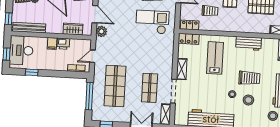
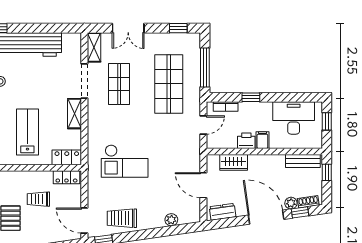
checkout: (152, 22) -> (125, 161), moved
bench: (29, 28) -> (303, 161), width x0.73
plant: (101, 31) -> (193, 161), removed
desk: (21, 50) -> (294, 118), moved, turned -90
lab bench: (215, 58) -> (27, 132), turned 180
window: (32, 72) -> (251, 97), moved

